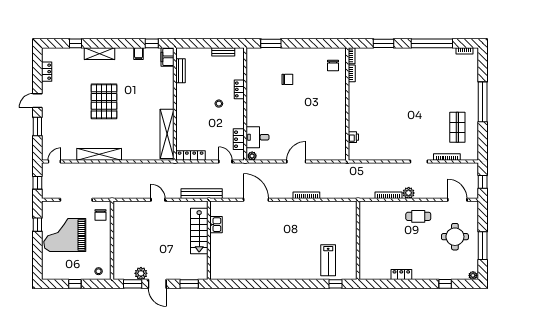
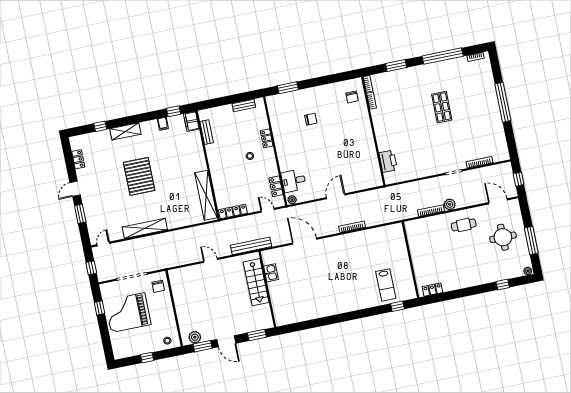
shop shelf: (457, 127) -> (442, 107), moved
printer: (353, 137) -> (388, 161), width x1.87, depth x1.48
plant: (141, 273) -> (195, 337), moved
locker: (401, 274) -> (432, 290), moved

